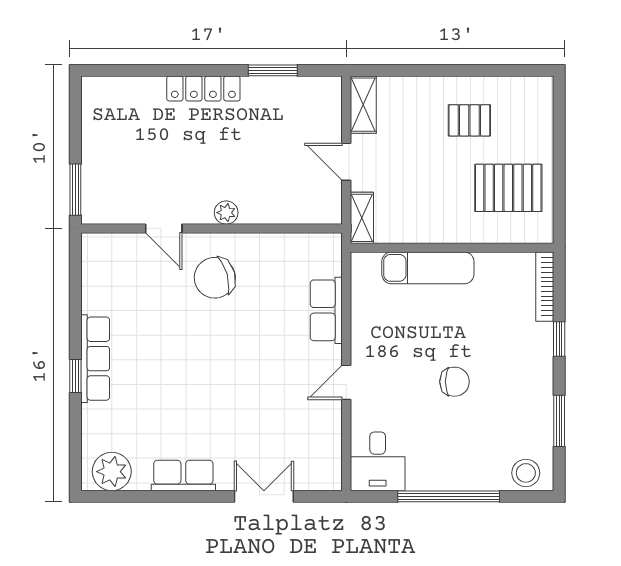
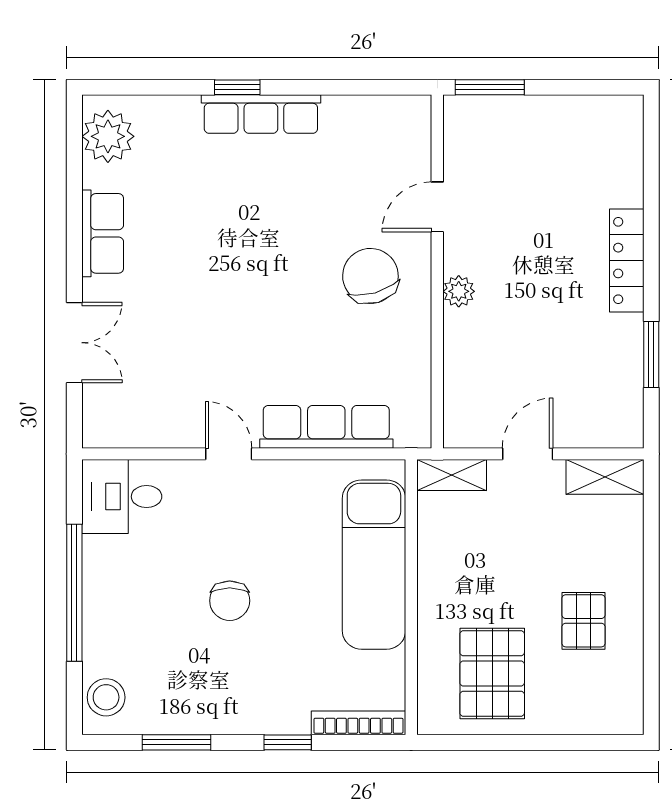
exam couch: (428, 268) -> (374, 565), width x1.36, depth x1.45
row of seats: (326, 310) -> (326, 427), width x1.48

